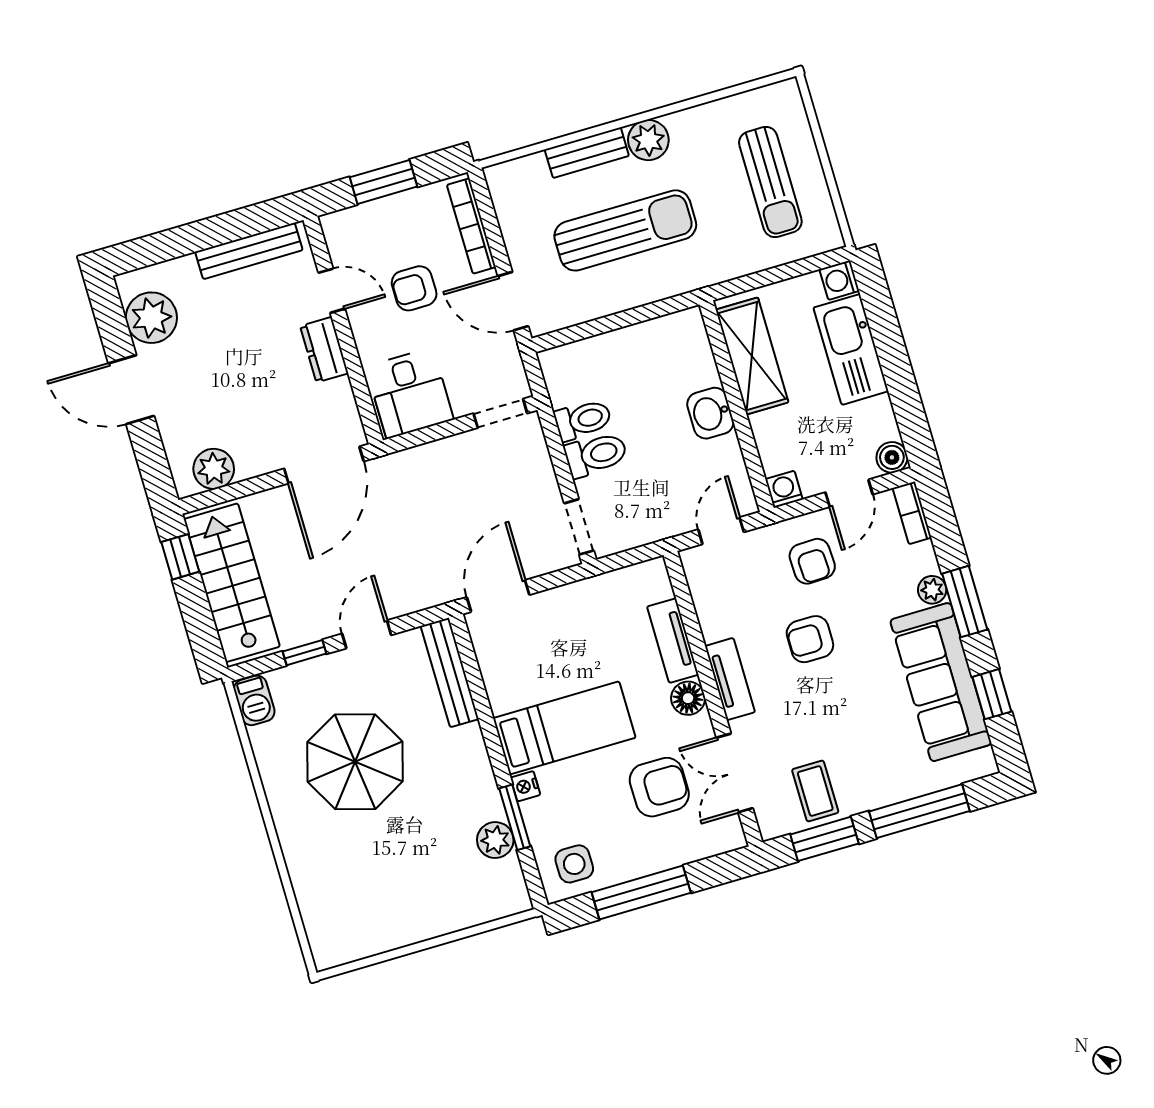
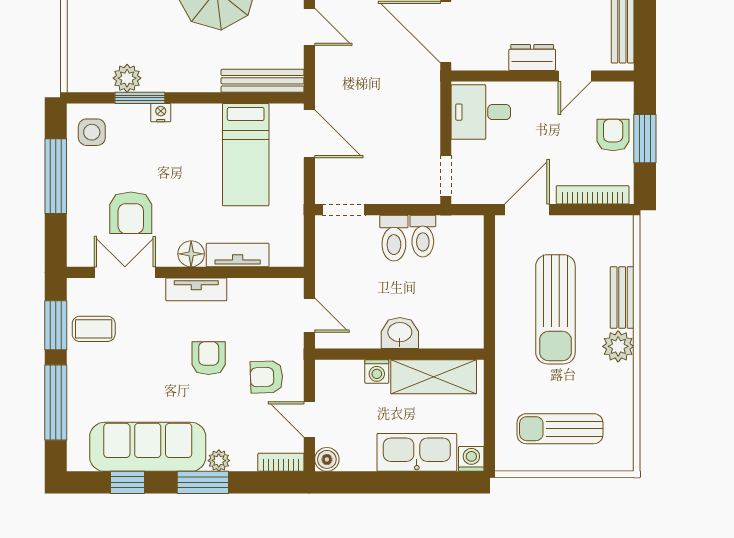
armchair: (414, 288) -> (613, 135), moved
washing machine: (784, 489) -> (377, 372), moved, turned 90
bed: (564, 728) -> (246, 155), moved

